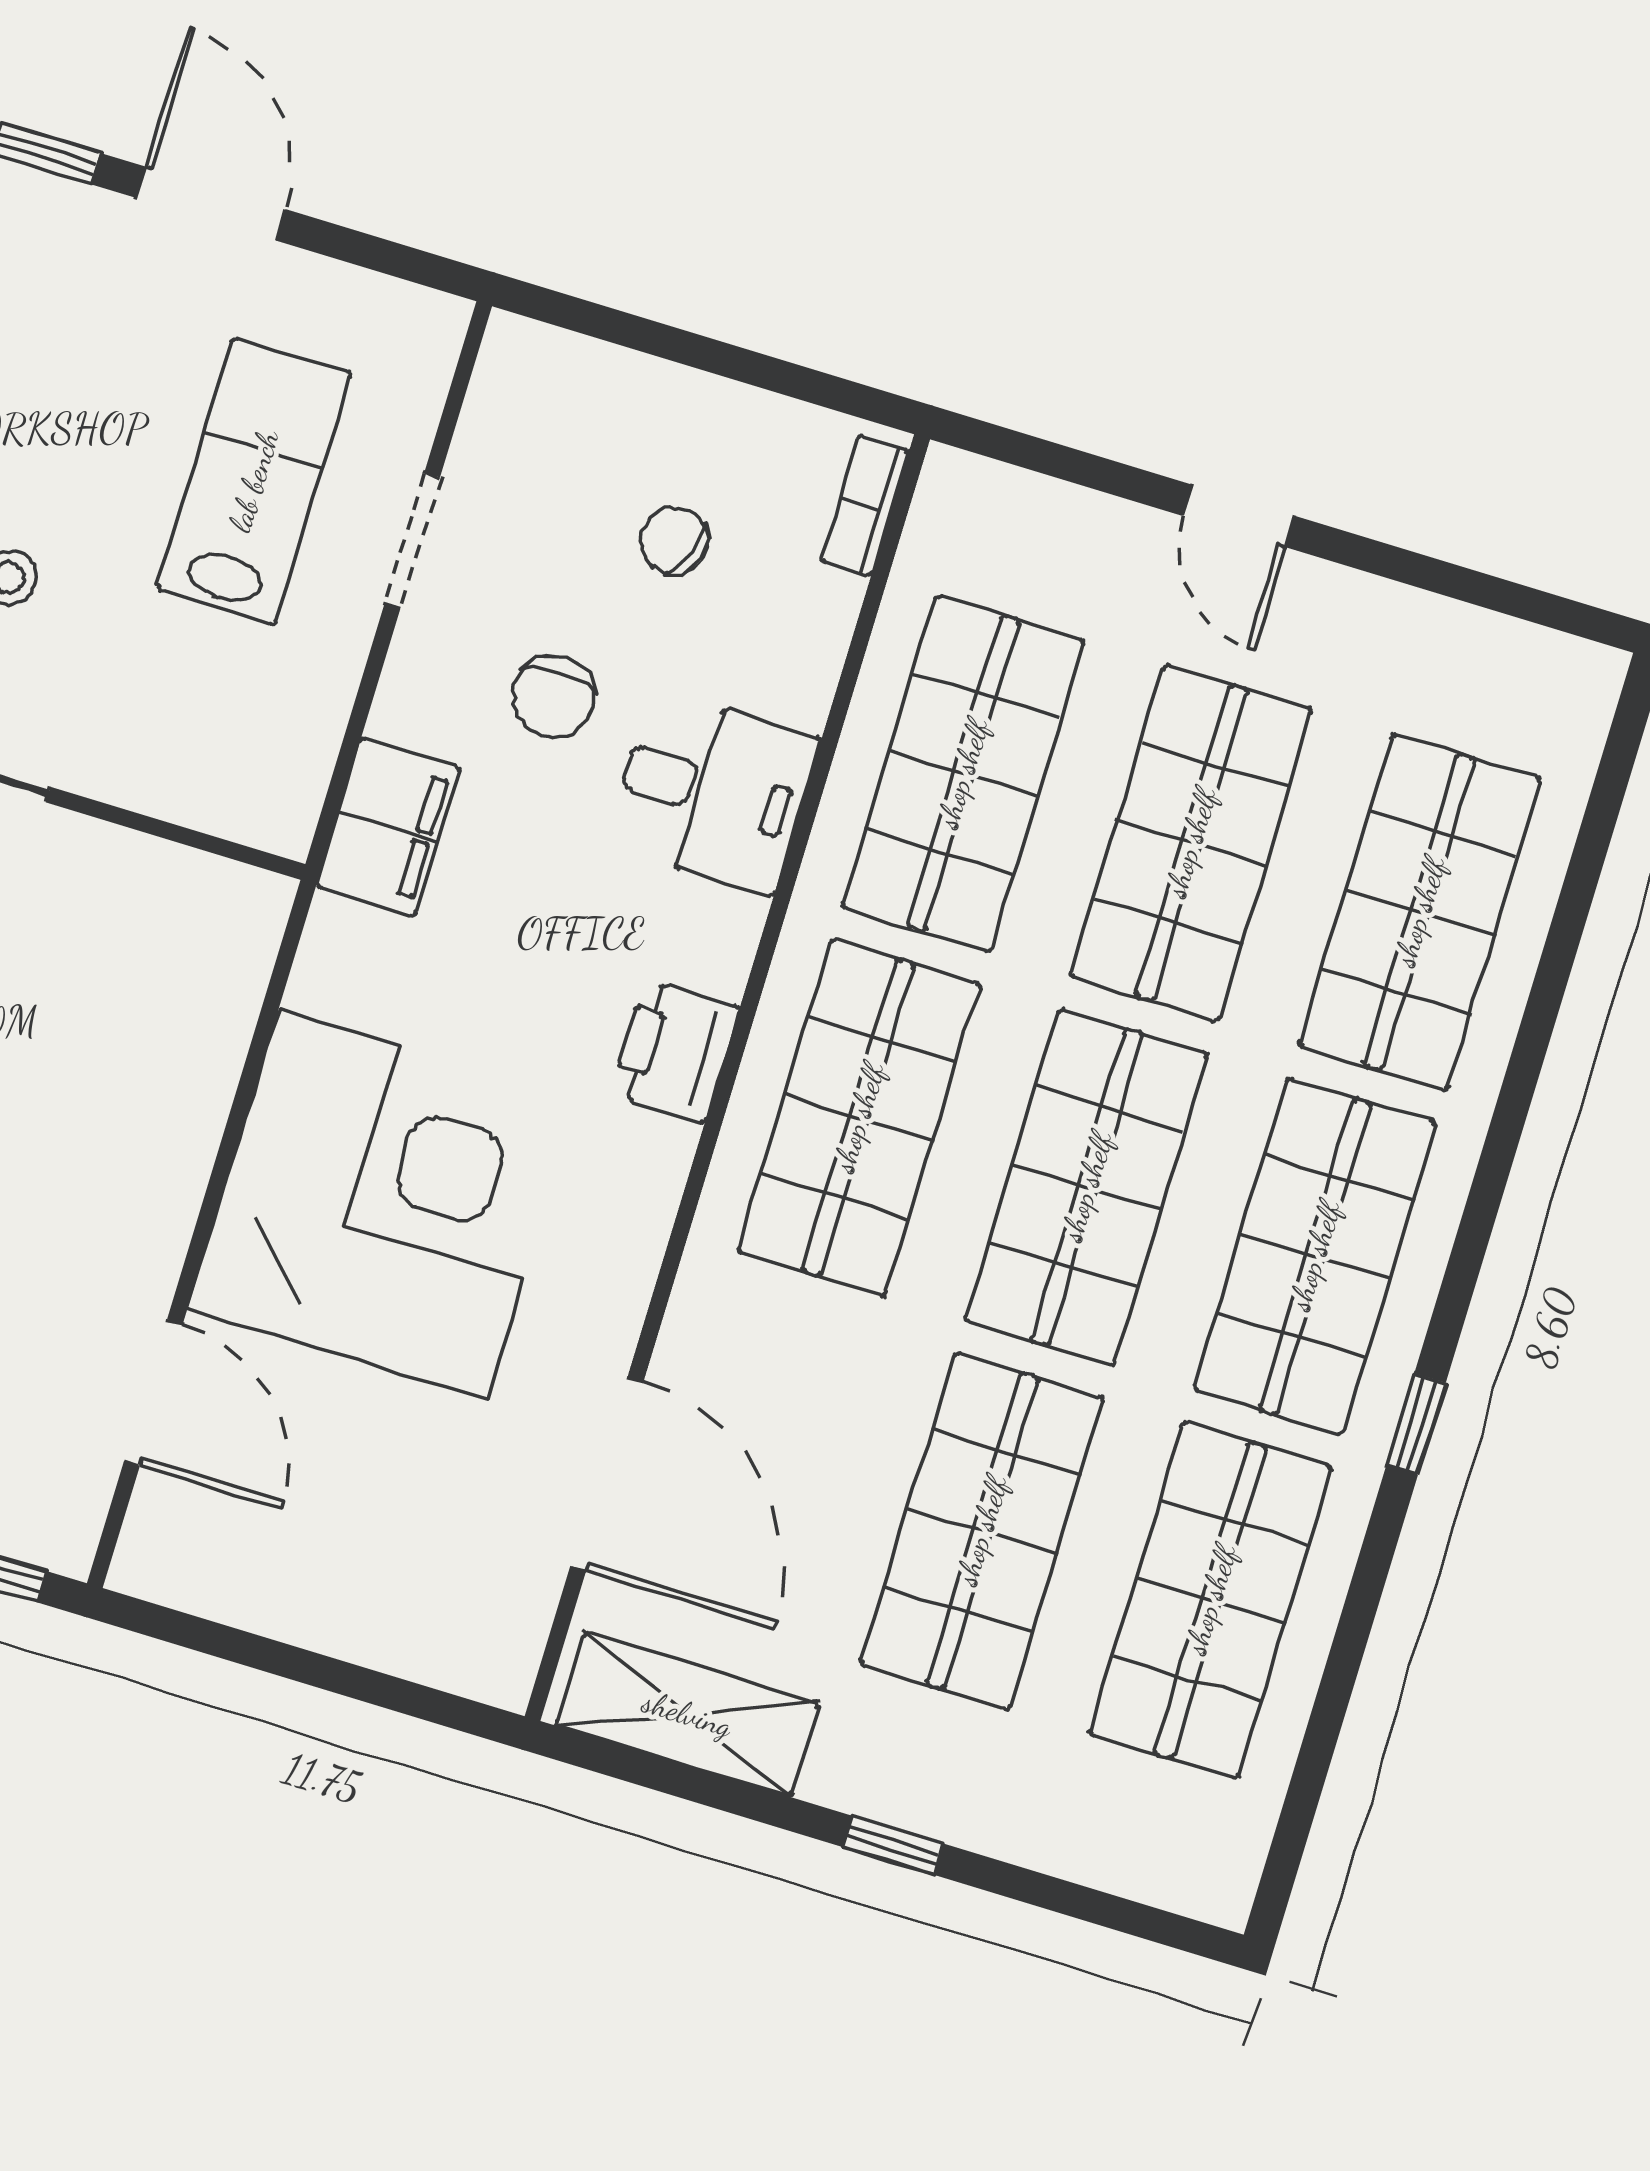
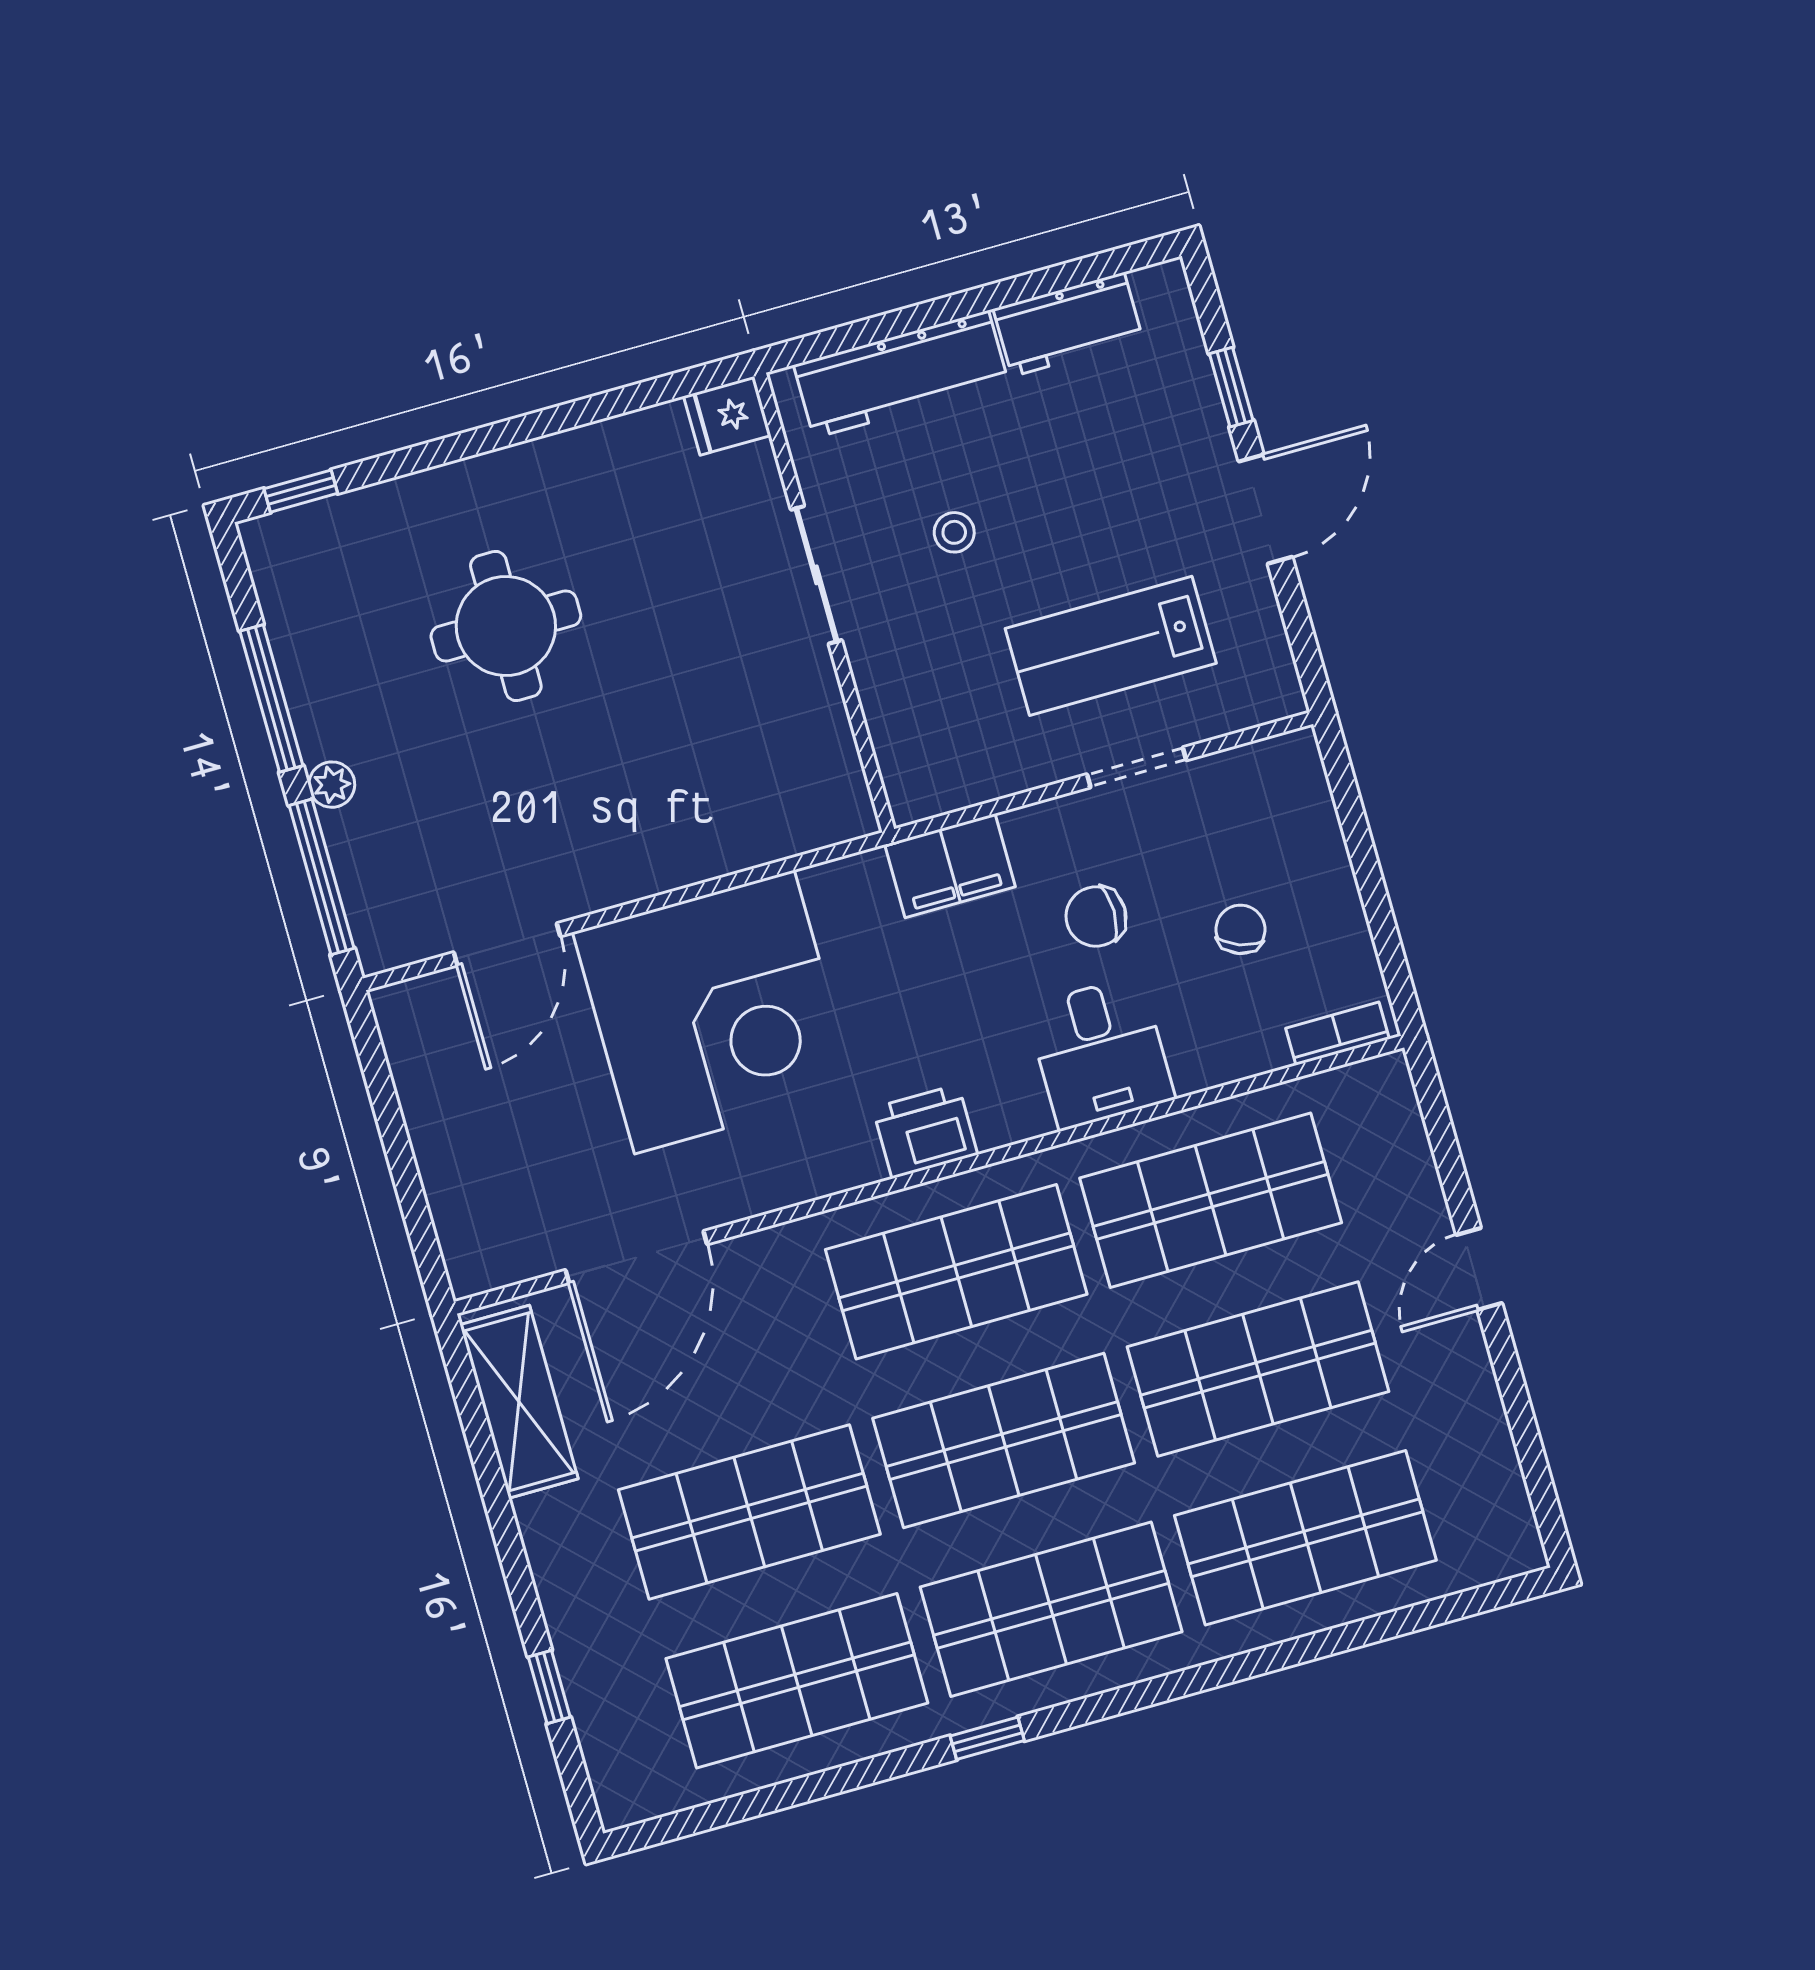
lab bench: (254, 481) -> (1111, 646), turned 180
window: (893, 1845) -> (549, 1687), moved

